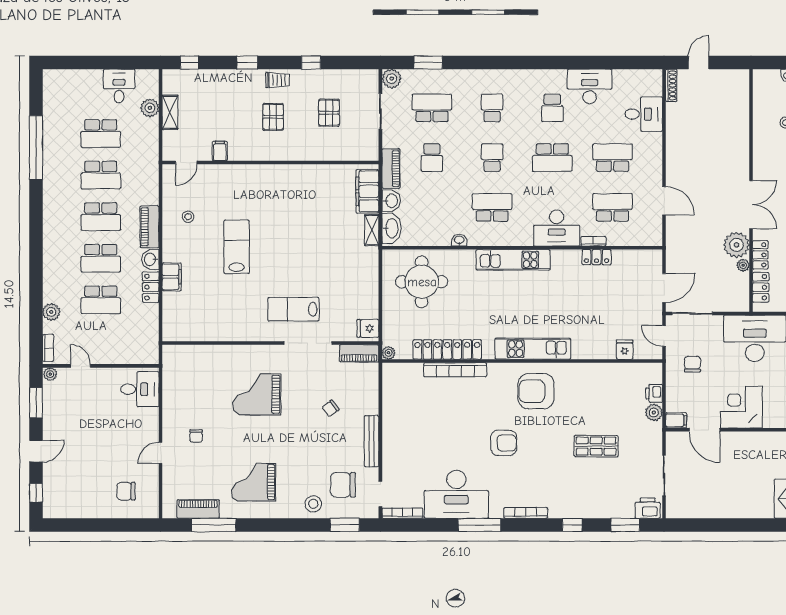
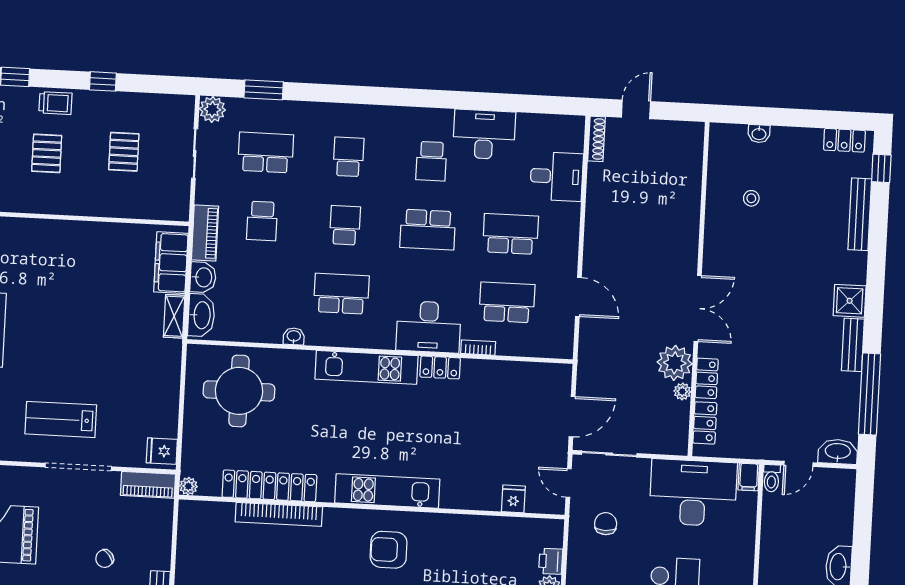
locker: (597, 257) -> (440, 367), moved
armchair: (536, 391) -> (389, 550), width x0.73, depth x0.73

